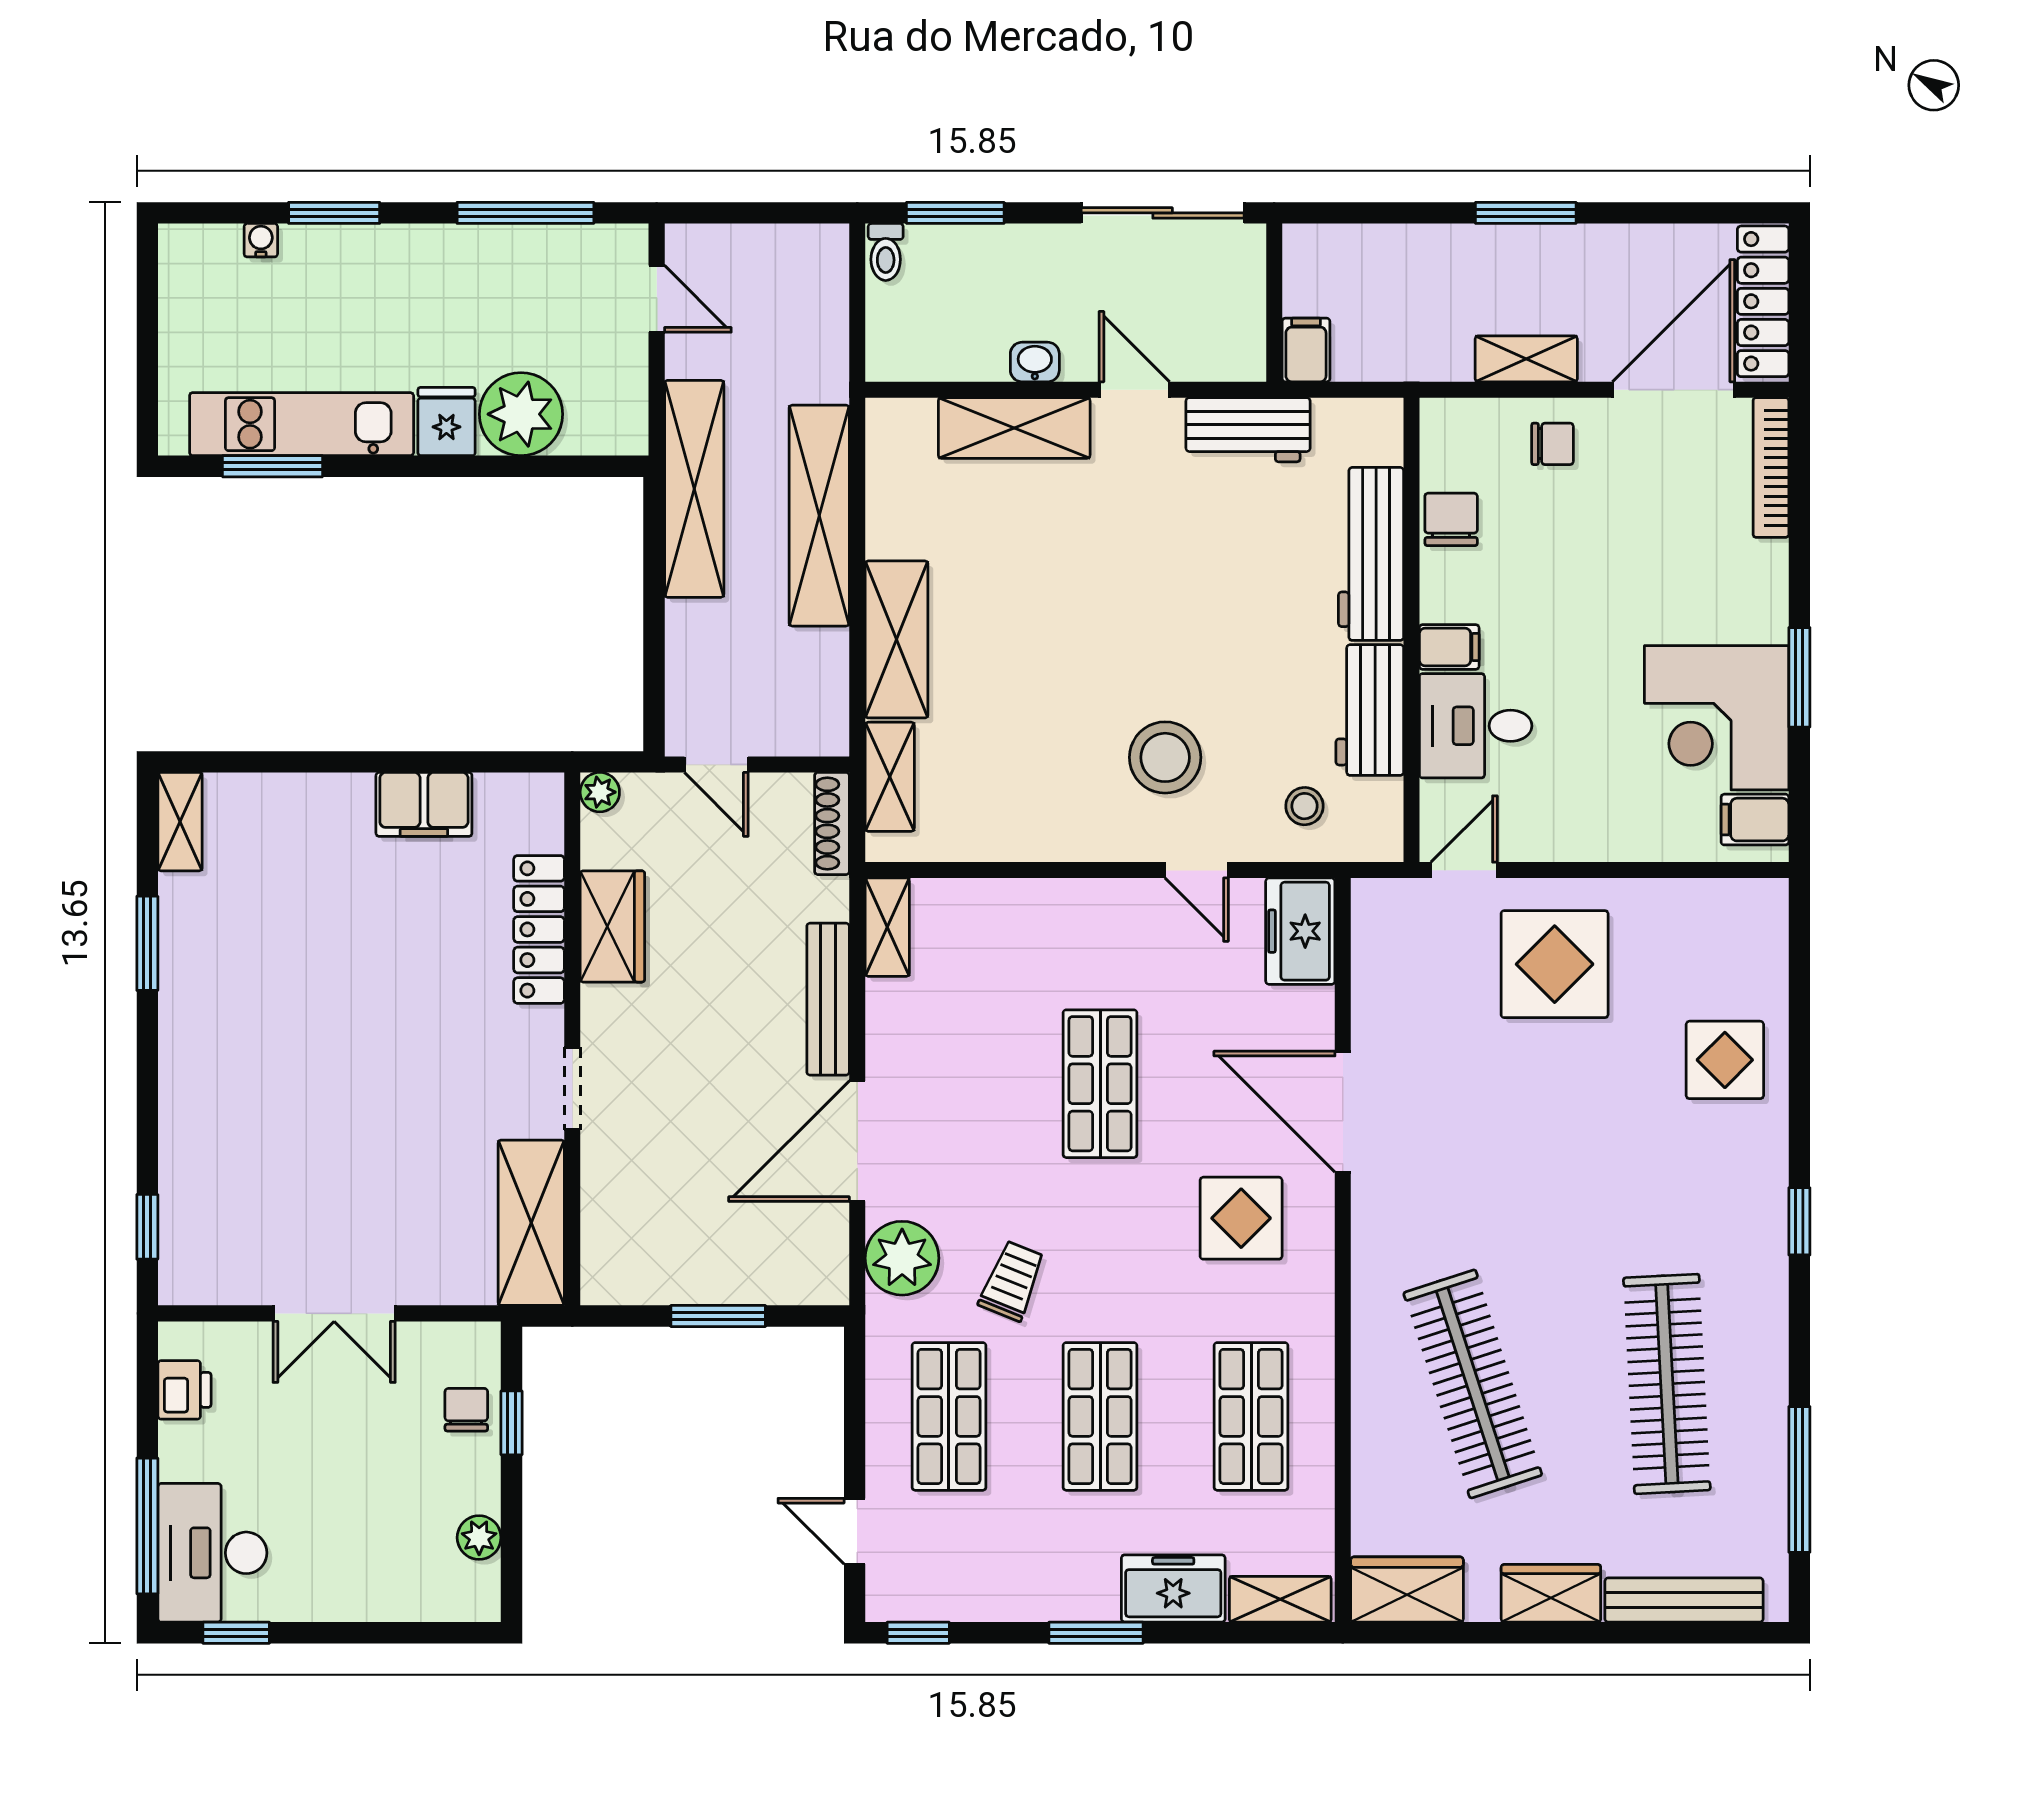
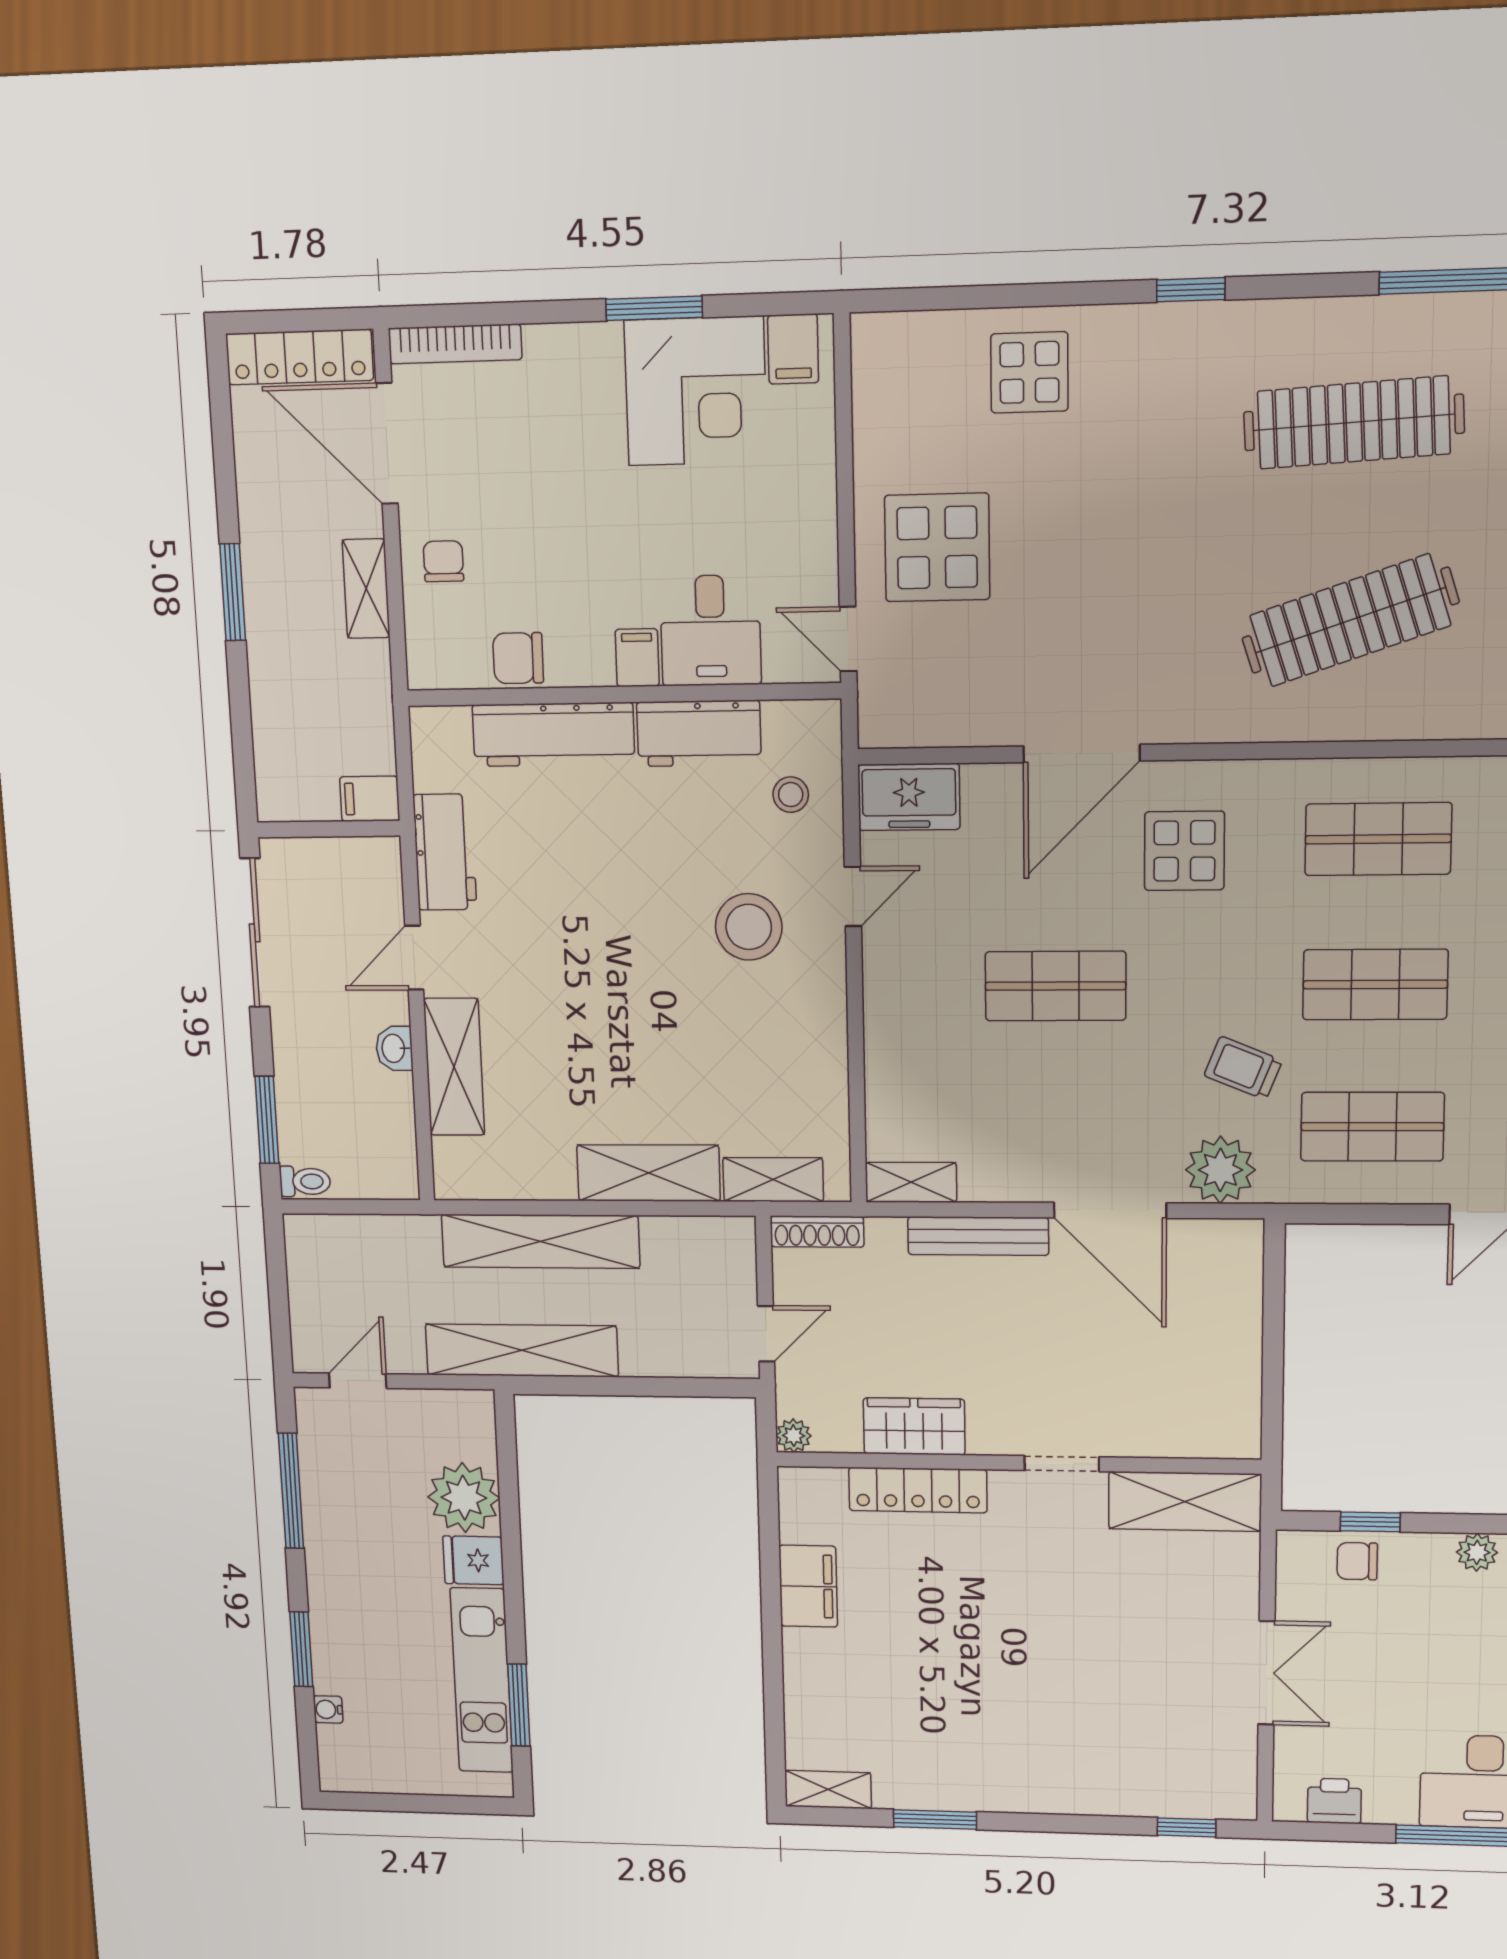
window: (718, 1316) -> (1273, 1337), removed

